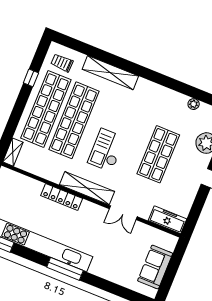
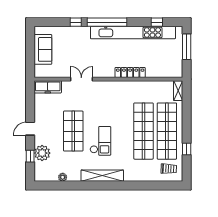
shelving: (110, 73) -> (102, 176), moved
checkout: (106, 150) -> (100, 141), moved
shelving: (87, 188) -> (115, 86), removed
window: (65, 269) -> (107, 22), width x1.46
window: (103, 284) -> (76, 22), added

